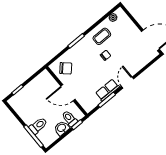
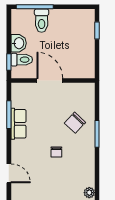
coffee table: (102, 36) -> (79, 165), removed
chair: (66, 68) -> (75, 123), moved
door: (128, 83) -> (9, 173), moved
door: (68, 93) -> (50, 80), hinge flipped

